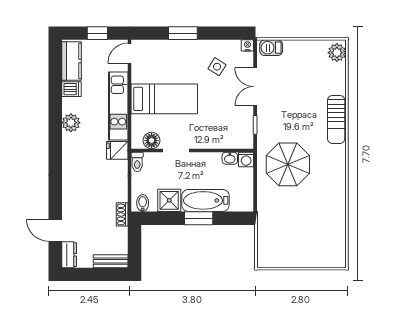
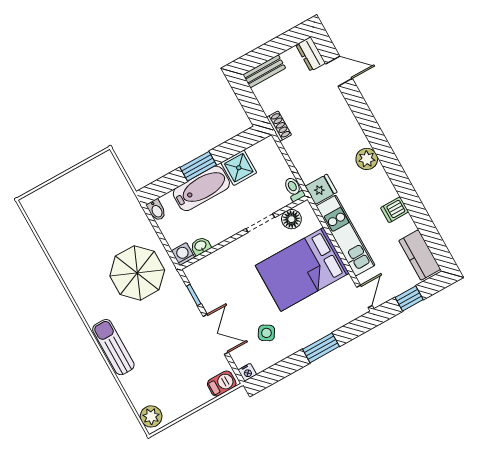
dishwasher: (71, 89) -> (394, 210), moved
bed: (164, 99) -> (302, 269), width x1.50
plant: (71, 123) -> (367, 159), moved
bidet: (143, 203) -> (156, 210), moved

